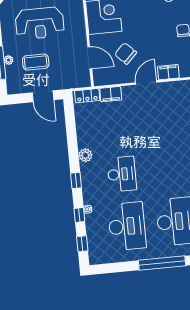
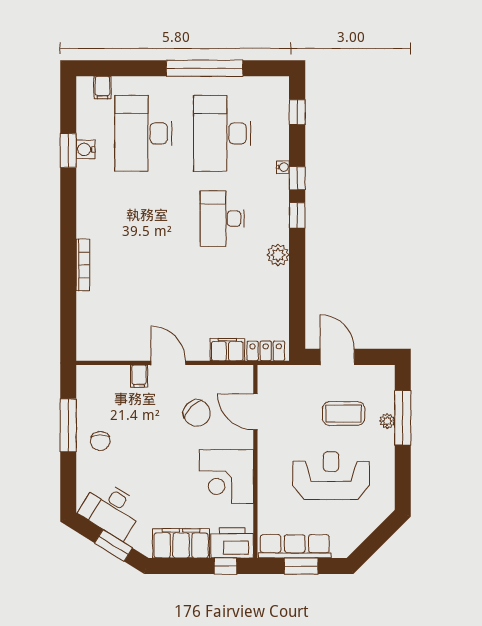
filing cabinet: (168, 72) -> (139, 376), width x0.50
door: (146, 82) -> (168, 363), swing flipped
window: (79, 215) -> (297, 178), moved
window: (162, 263) -> (205, 68), moved

